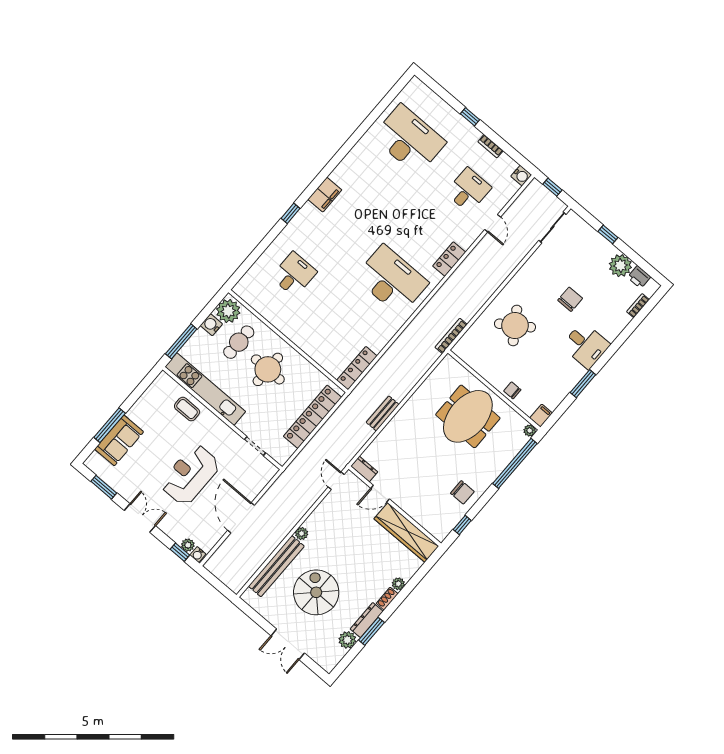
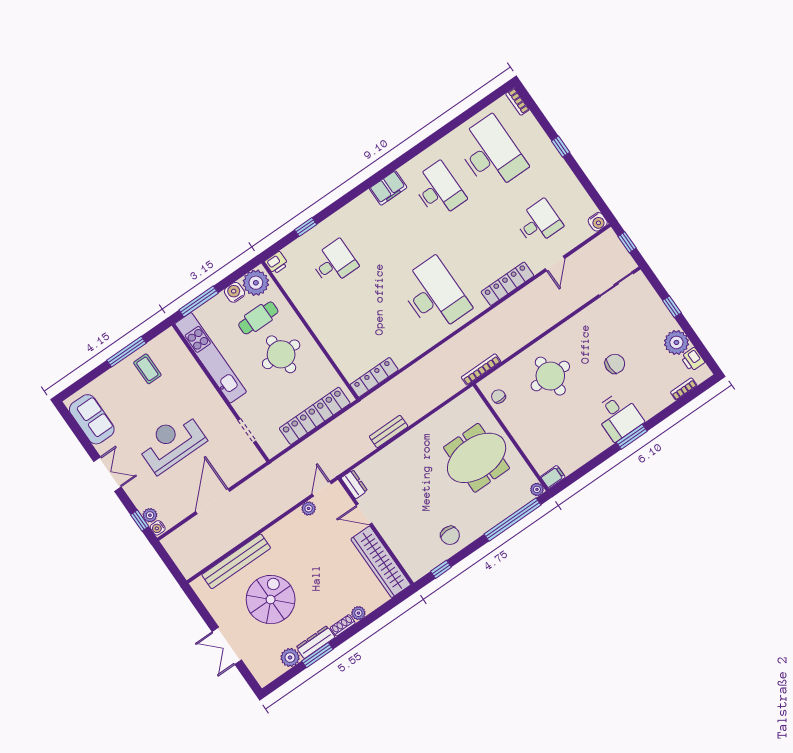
bookcase: (491, 146) -> (517, 102), moved
desk: (371, 184) -> (439, 190), added
window: (290, 213) -> (306, 227), moved
locker: (449, 259) -> (507, 284), width x1.53
printer: (242, 288) -> (276, 263), added
round table: (515, 325) -> (550, 376), turned 34
window: (583, 384) -> (632, 437), moved
chair: (512, 390) -> (498, 396), moved
coffee table: (187, 409) -> (147, 369), moved
window: (110, 425) -> (126, 352), moved
sofa: (119, 440) -> (92, 419), moved, turned -90
window: (104, 487) -> (78, 432), removed
plant: (302, 533) -> (309, 508), moved

